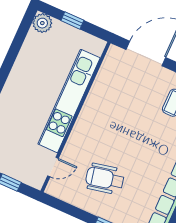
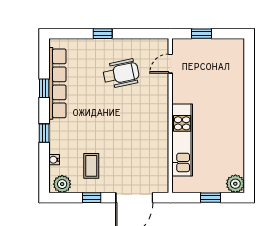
kitchen unit: (69, 101) -> (182, 140), width x0.73

